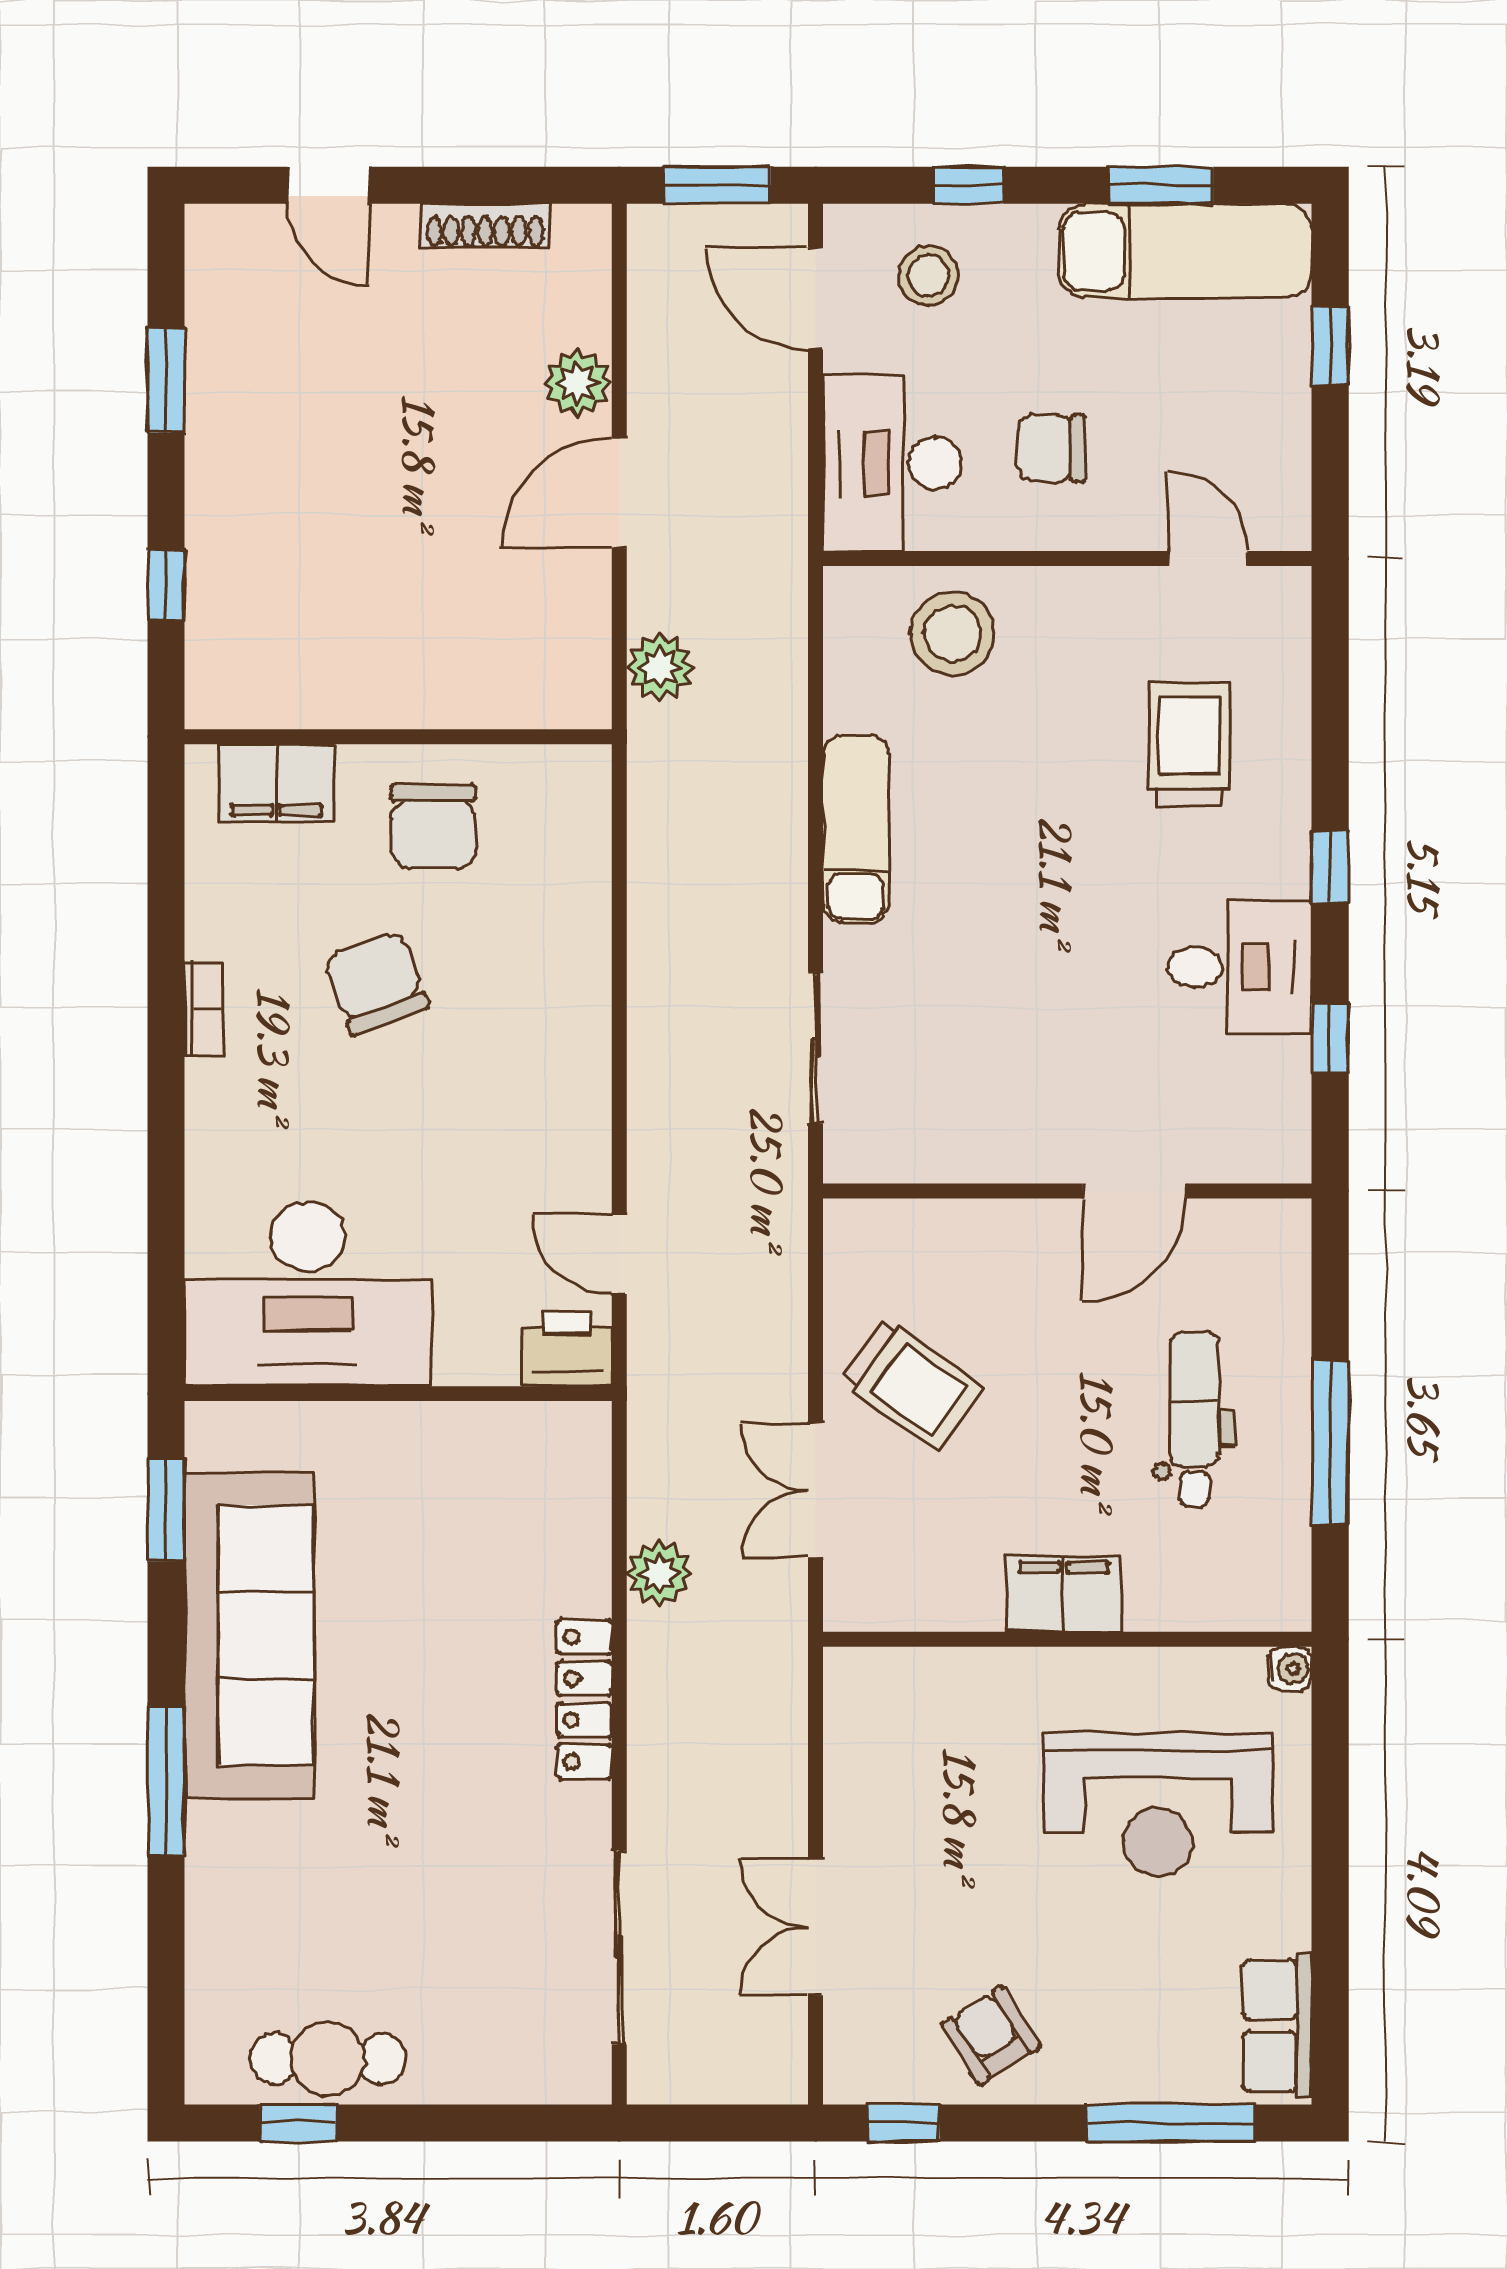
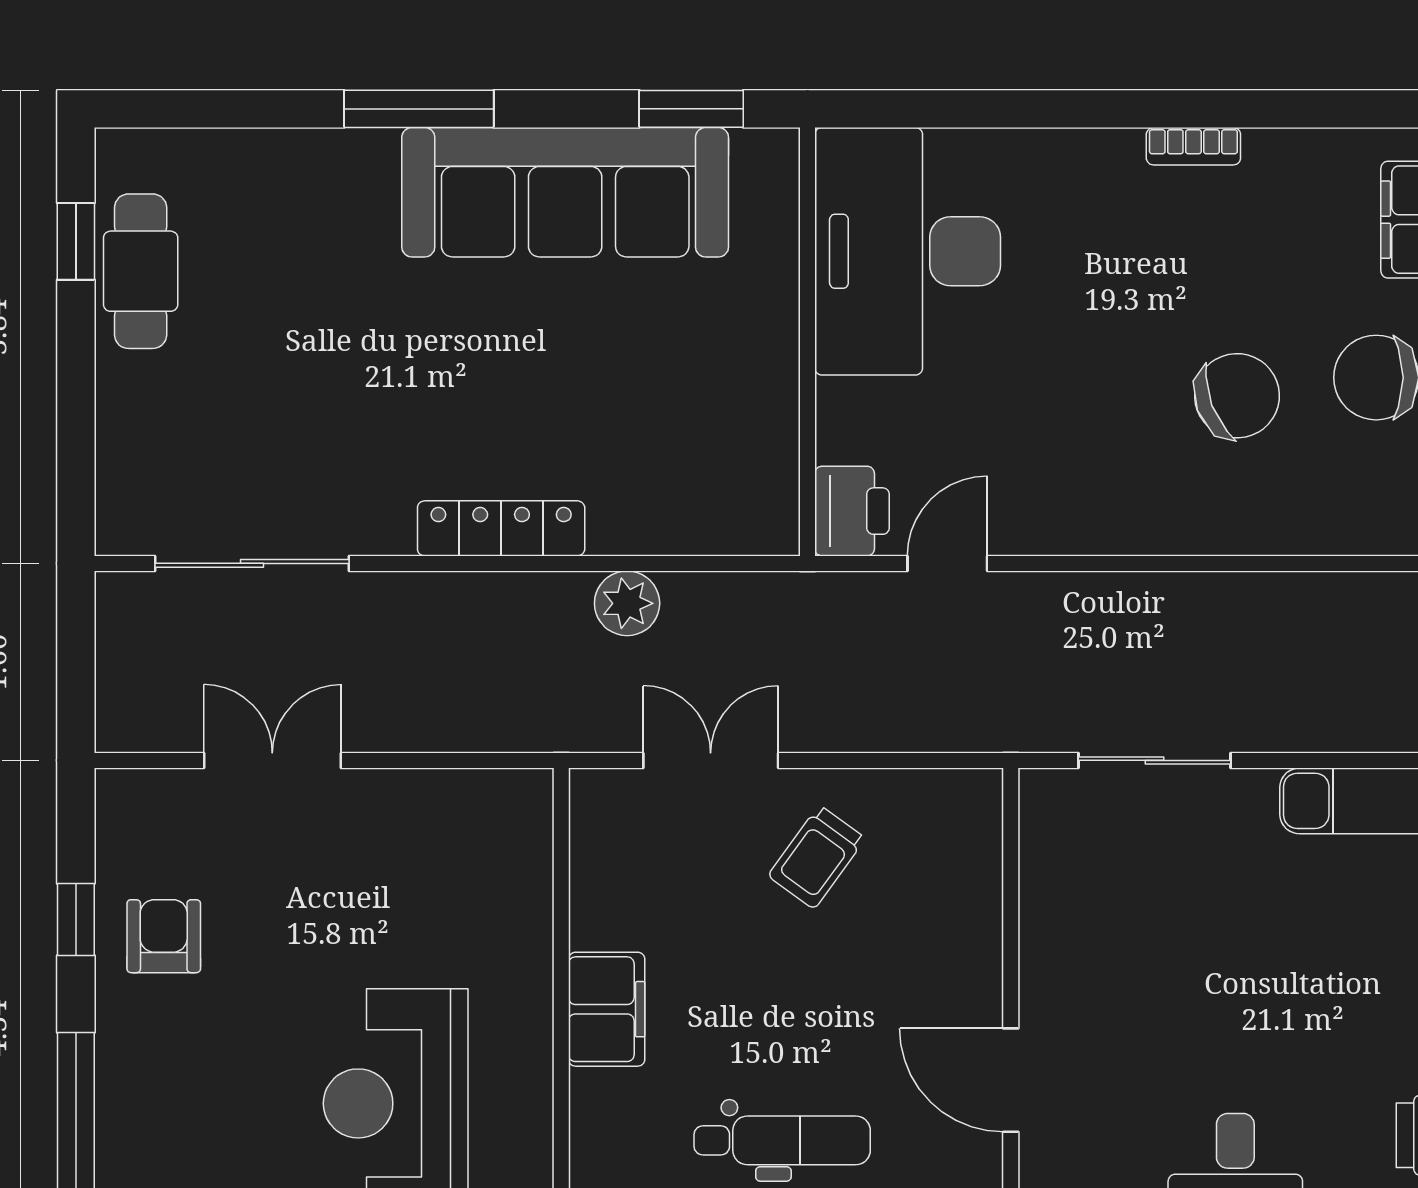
chair: (376, 983) -> (1237, 396), moved
trolley: (912, 1384) -> (817, 857), width x0.73, depth x0.72
armchair: (991, 2035) -> (164, 936), turned -58
window: (903, 2123) -> (76, 920), moved

